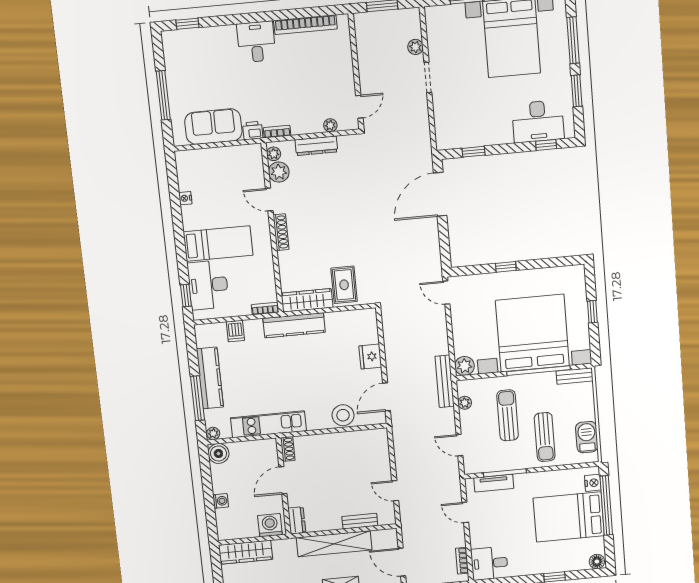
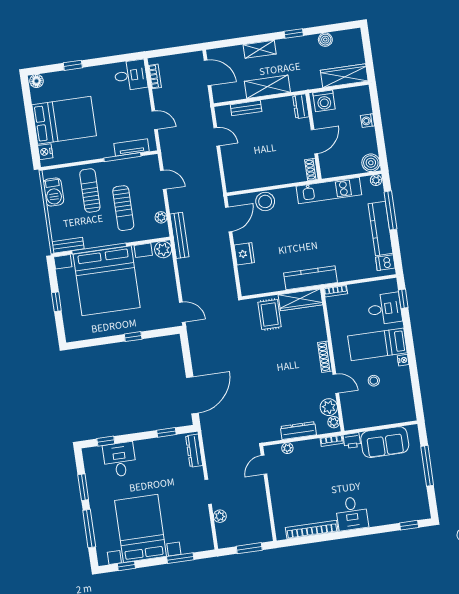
desk: (538, 121) -> (120, 460), width x0.73
dresser: (442, 128) -> (194, 451), added
nightstand: (185, 198) -> (403, 360), moved
stool: (224, 201) -> (374, 381), added
desk: (208, 285) -> (385, 309), width x0.73
dishwasher: (235, 331) -> (385, 263), moved, turned -90
window: (606, 505) -> (32, 132), removed
shelving: (334, 544) -> (267, 87), width x0.68

